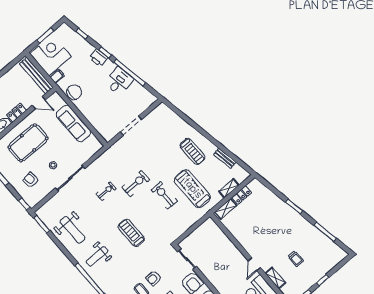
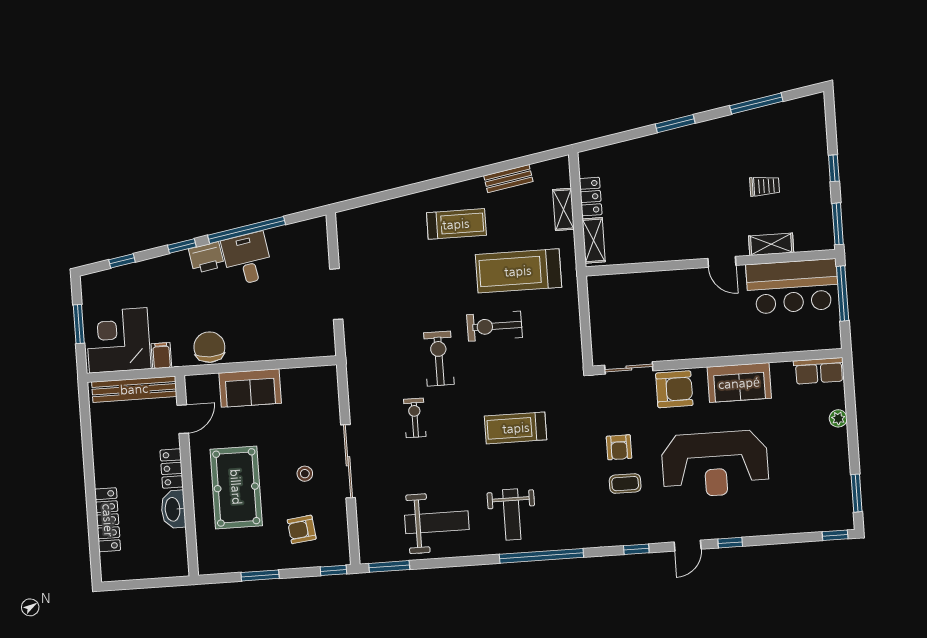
printer: (98, 58) -> (206, 258), moved
sofa: (74, 123) -> (250, 388), width x0.73

